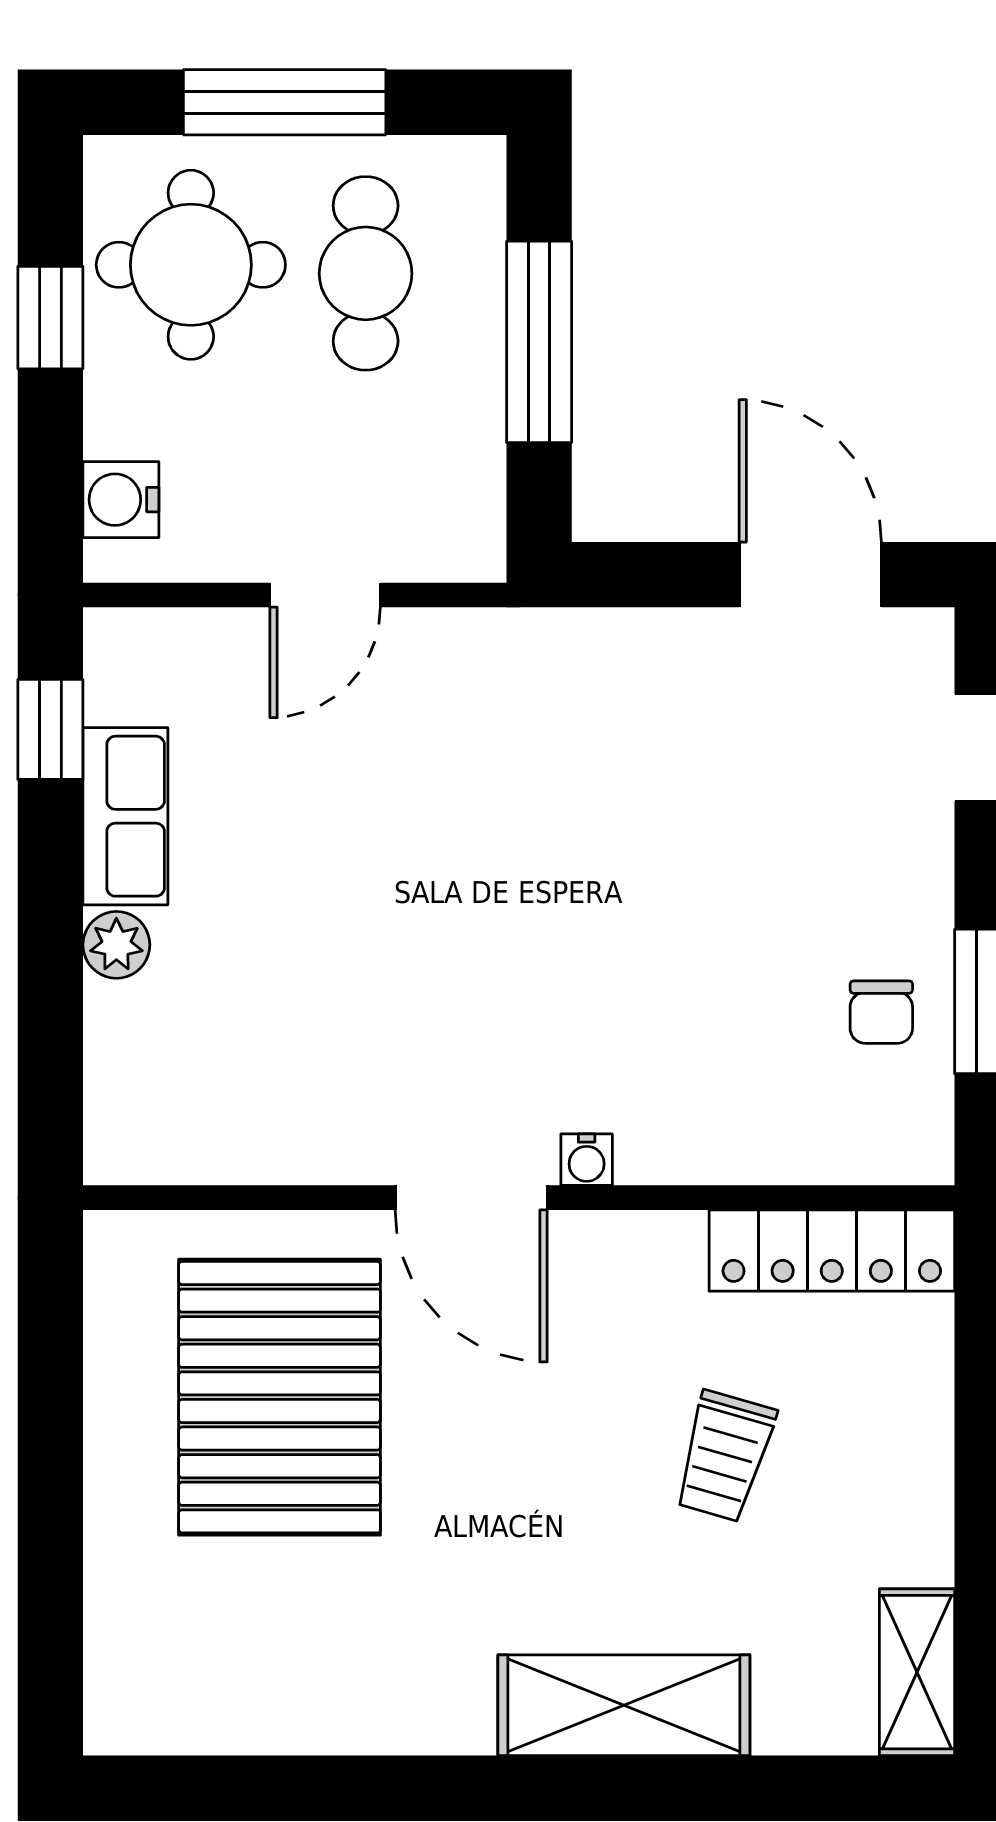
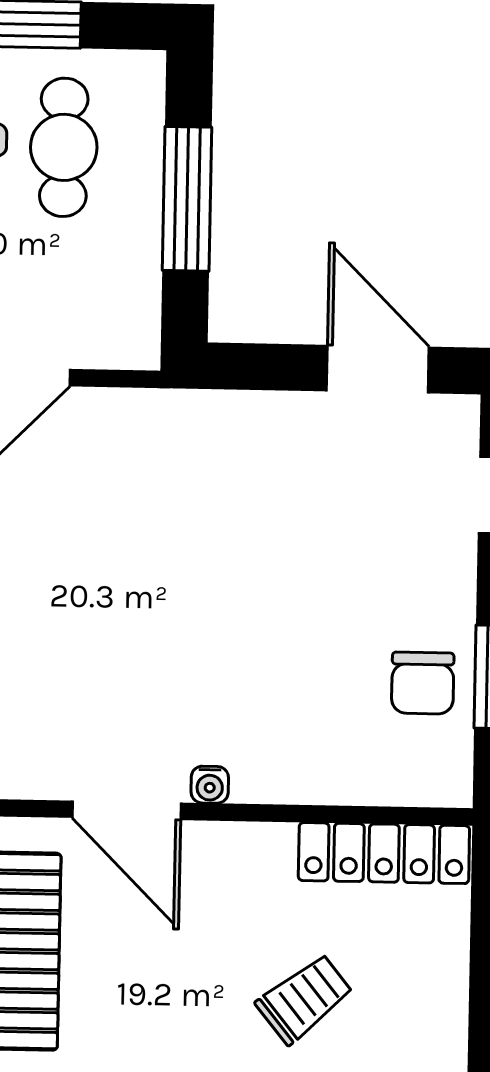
chair: (881, 1012) -> (423, 683), width x1.37, depth x1.37
trolley: (725, 1456) -> (304, 999), turned -145

